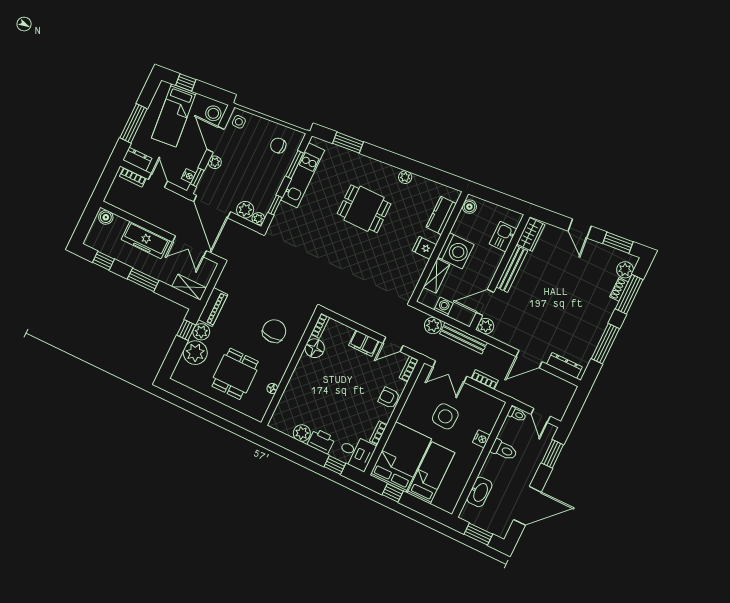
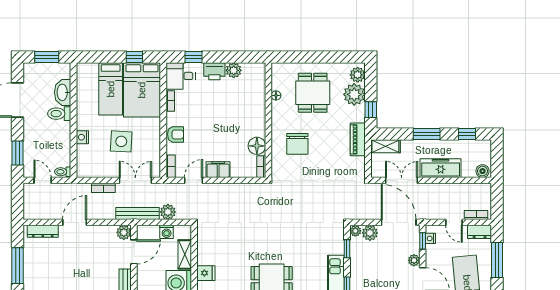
plant: (201, 332) -> (358, 75), moved
toilet: (504, 450) -> (59, 114), moved

